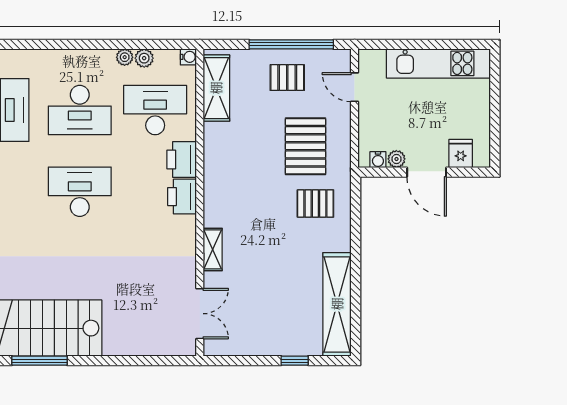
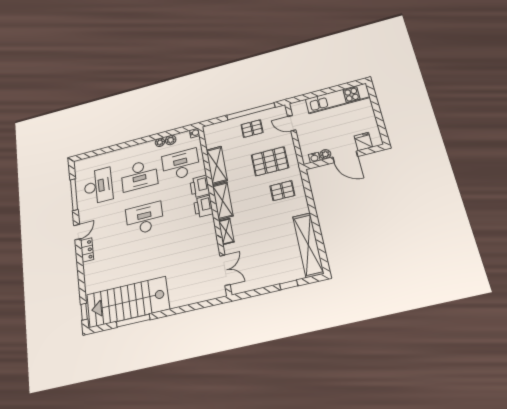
shelving: (216, 88) -> (217, 165), moved
pallet: (305, 146) -> (270, 161), turned 90
shelving: (216, 195) -> (223, 201), added

